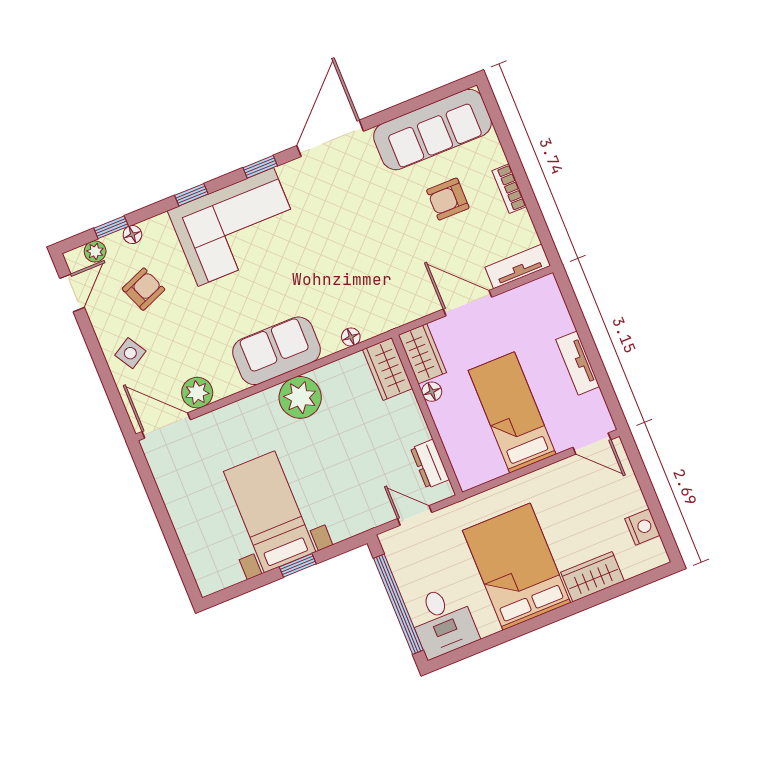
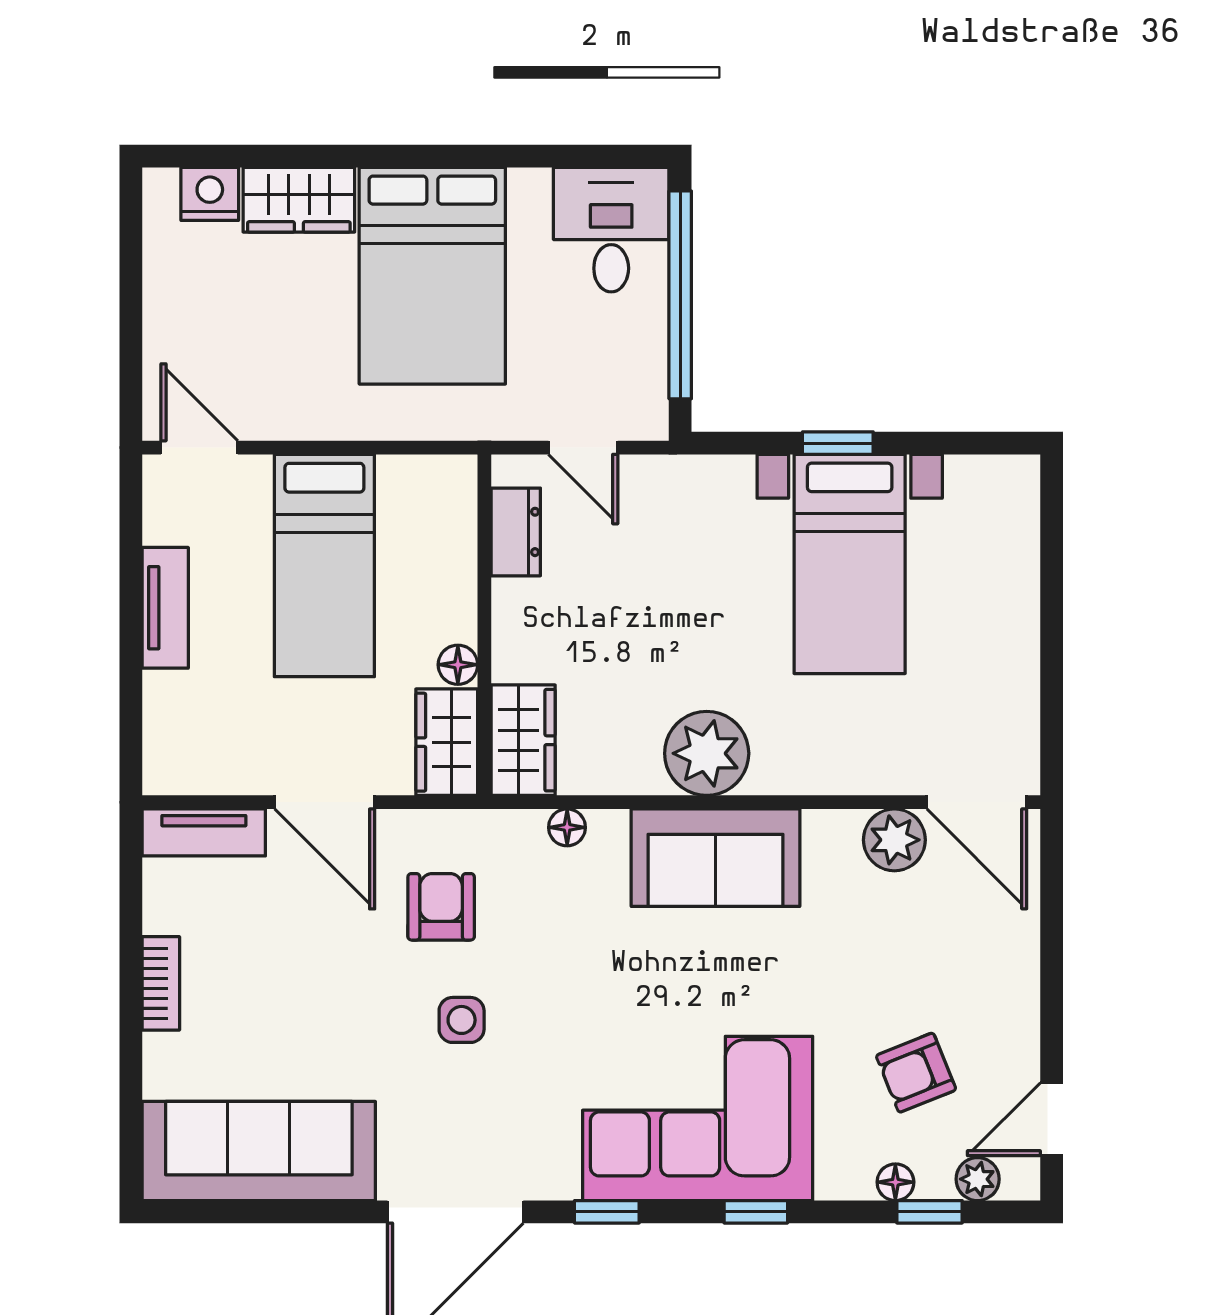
armchair: (448, 199) -> (441, 907), moved, turned -90
side table: (130, 353) -> (462, 1020), moved, turned 31
nightstand: (642, 527) -> (210, 194), moved, turned 90

